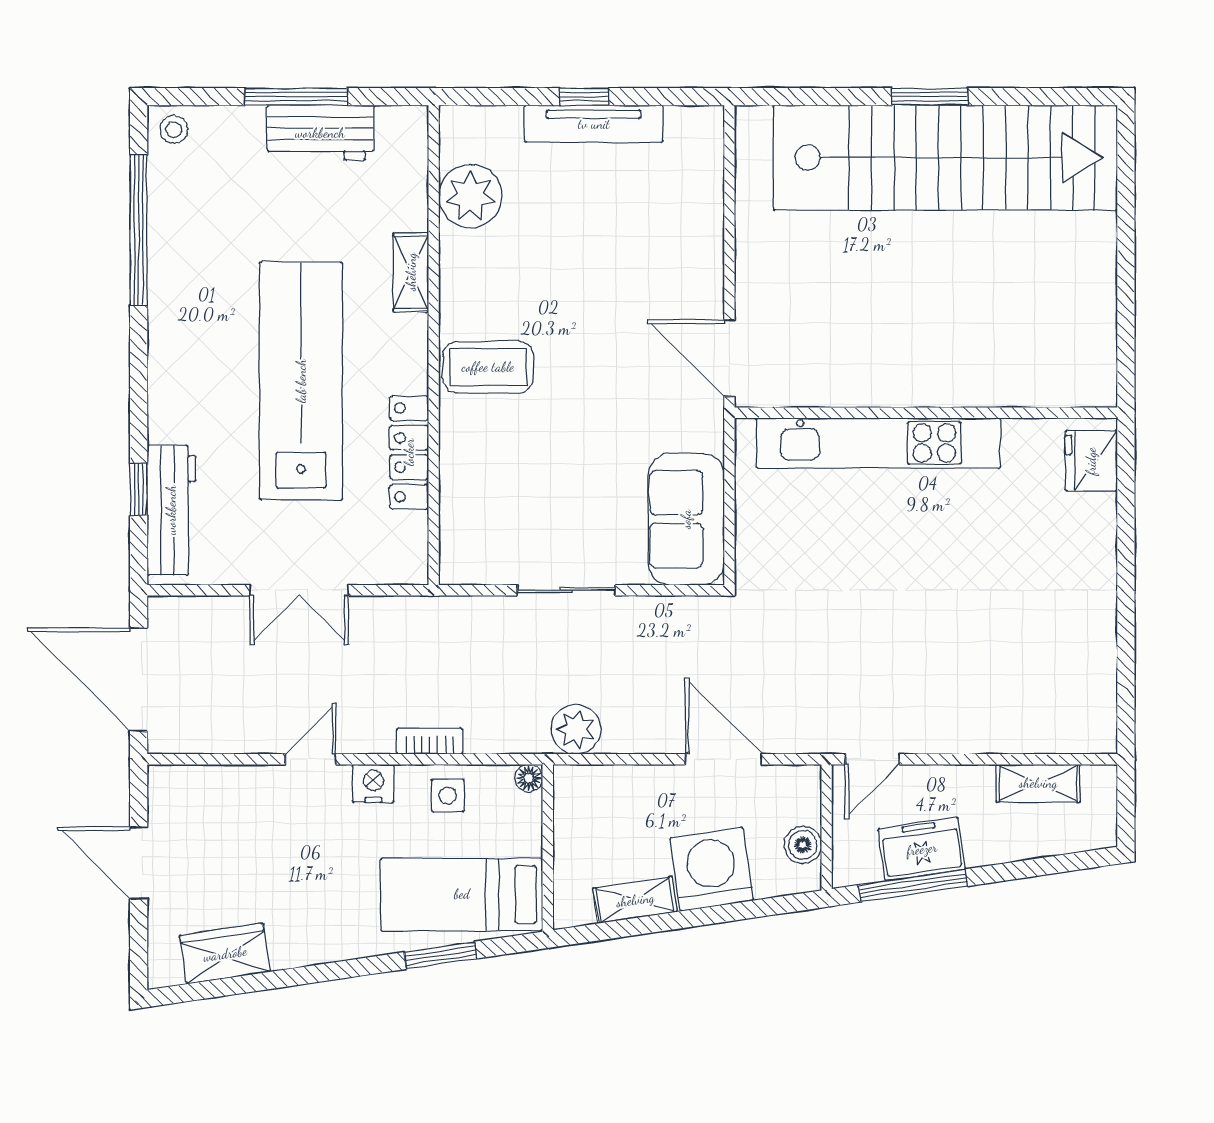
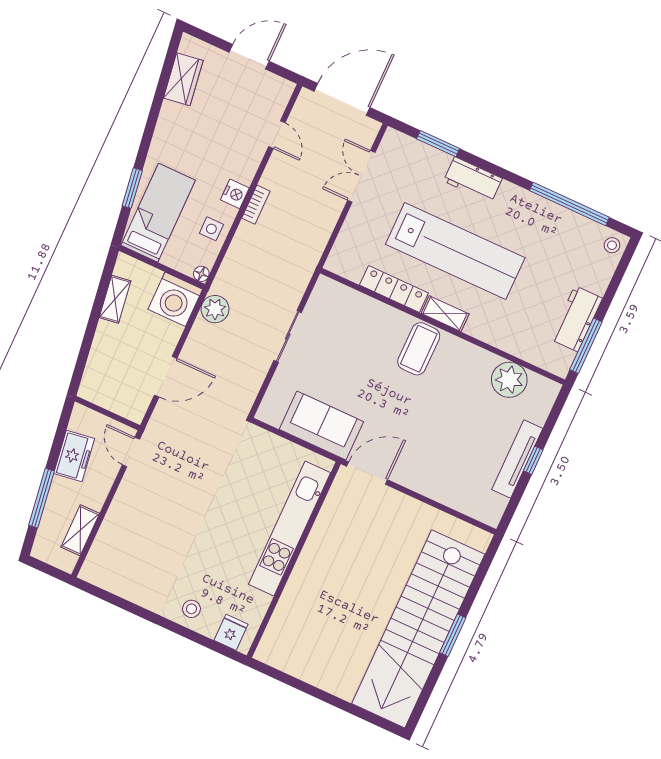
window: (296, 97) -> (586, 346), moved
shelving: (411, 272) -> (445, 314), moved
fridge: (1091, 461) -> (231, 632), width x0.72
window: (139, 489) -> (438, 144), width x1.50
workbench: (171, 510) -> (473, 180), moved, width x0.73
sofa: (686, 519) -> (321, 426), moved
stool: (1083, 543) -> (192, 609), added
double door: (299, 590) -> (361, 176), moved
bookcase: (430, 741) -> (256, 205), moved
door: (310, 759) -> (277, 135), moved
boiler: (803, 845) -> (104, 397), removed
washing machine: (712, 869) -> (175, 299), moved, turned 98
window: (913, 886) -> (42, 498), moved

